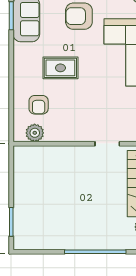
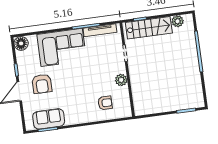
rug: (60, 68) -> (78, 92), removed
plant: (35, 133) -> (121, 80), moved

